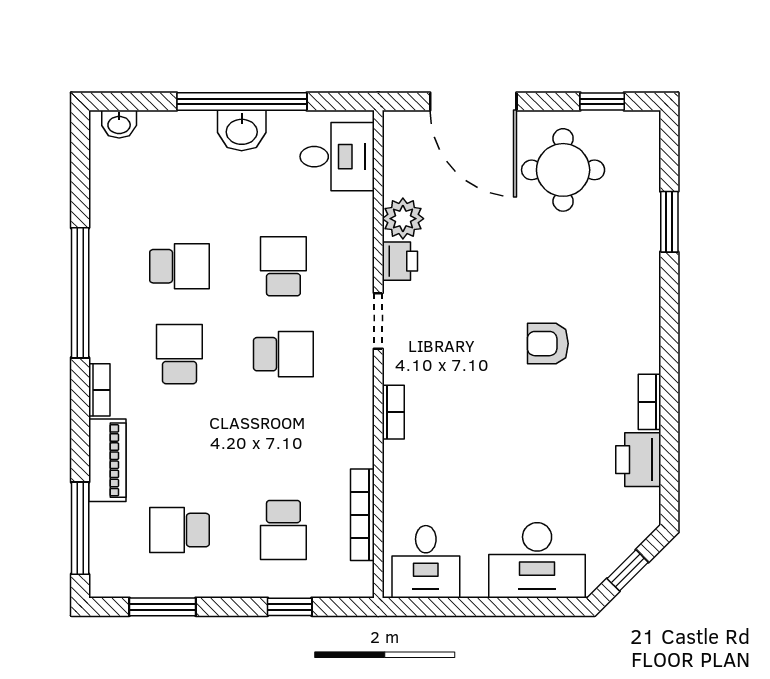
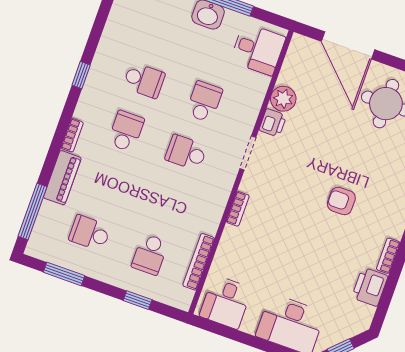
window: (80, 293) -> (81, 75), width x0.32
school desk: (283, 354) -> (186, 153), turned 180

